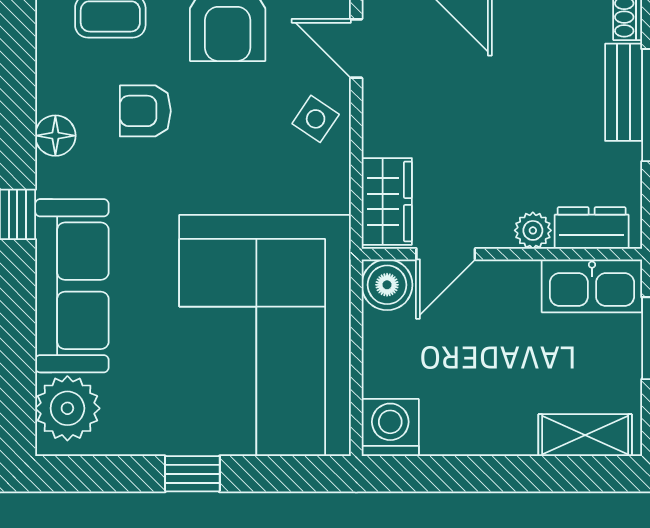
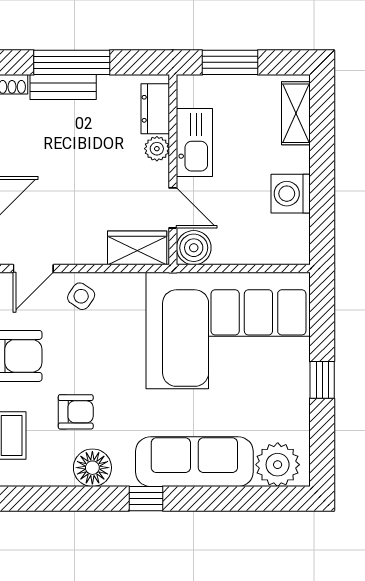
armchair: (145, 111) -> (76, 412), turned -90
floor lamp: (55, 136) -> (92, 468), width x1.38, depth x1.38
kitchen sink: (592, 286) -> (194, 143), moved
washing machine: (390, 428) -> (291, 194), moved

